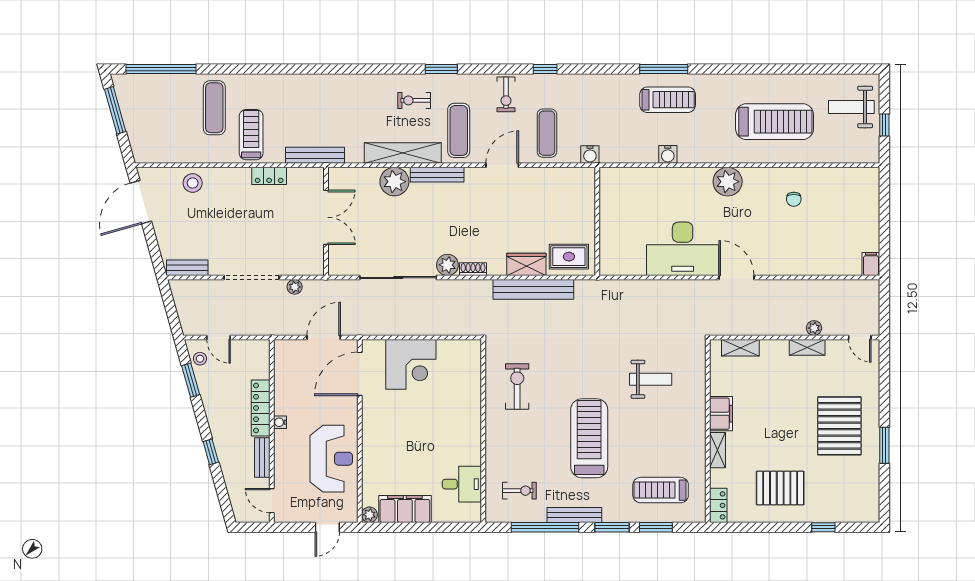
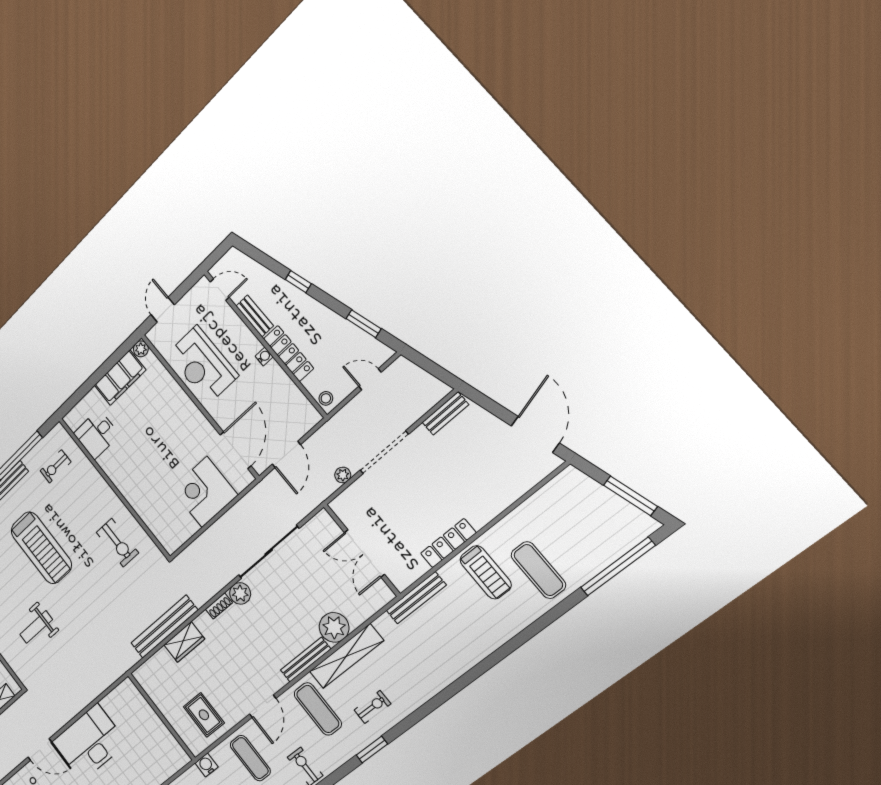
locker: (269, 176) -> (448, 543), width x1.53
stool: (193, 183) -> (502, 489), removed
rug: (569, 257) -> (204, 715), moved, turned 90
stool: (200, 359) -> (326, 398), moved

